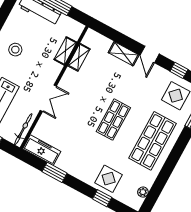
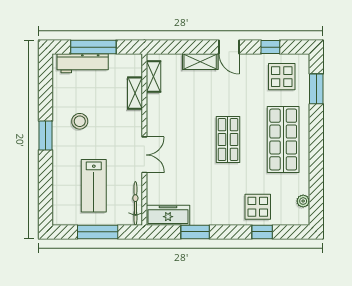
shelving: (79, 57) -> (154, 76), moved

